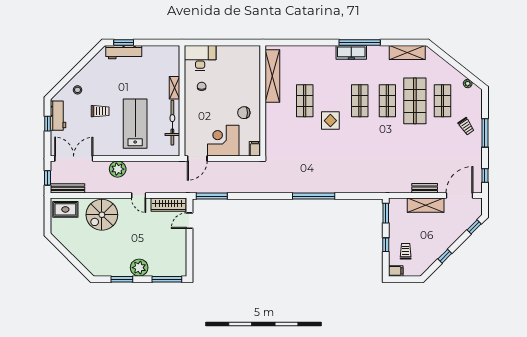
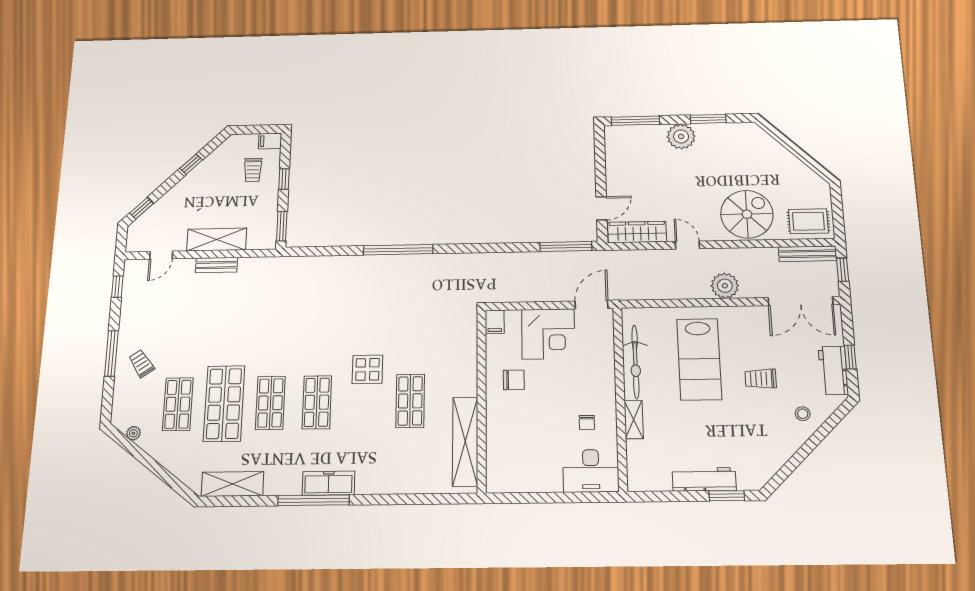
workbench: (124, 52) -> (704, 479), moved
door: (459, 195) -> (161, 255), width x0.53

